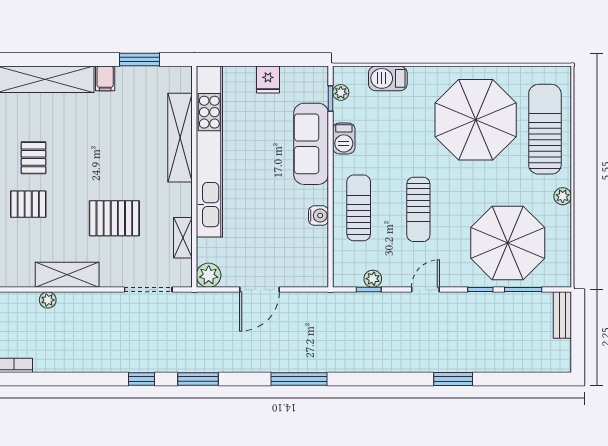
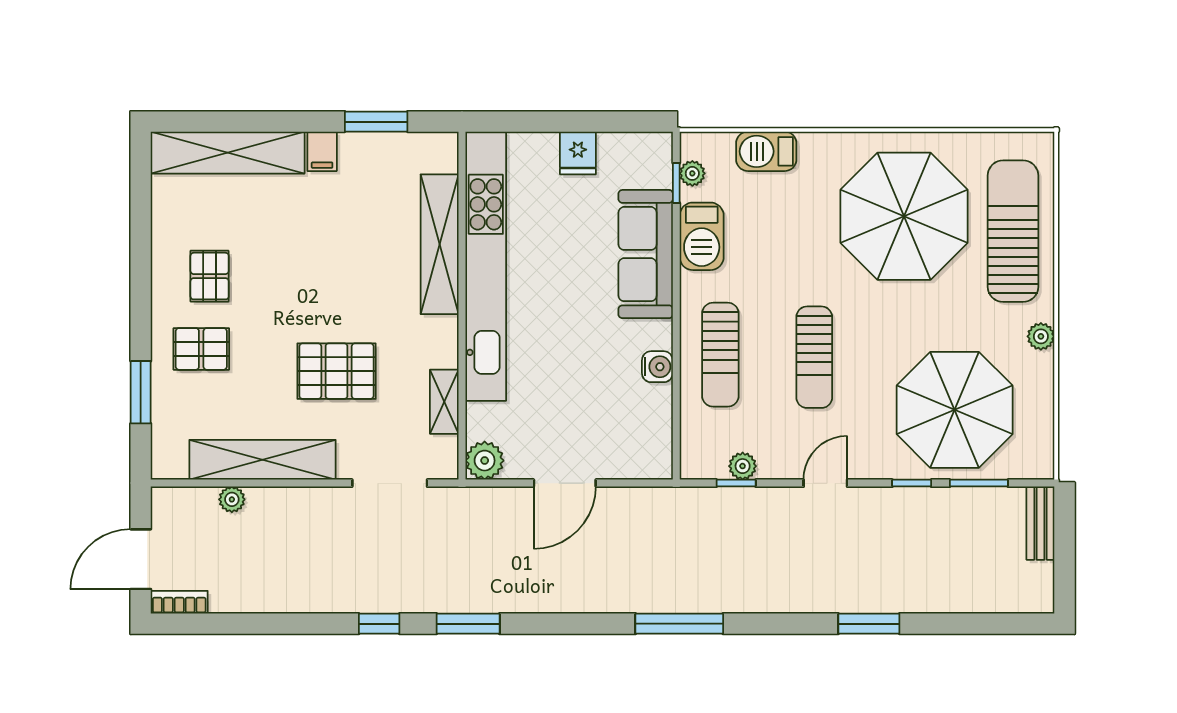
barbecue: (344, 138) -> (702, 236), width x1.38, depth x1.27
sun lounger: (359, 208) -> (720, 355), turned 180
shelving: (67, 275) -> (262, 460), width x1.47
window: (299, 379) -> (679, 624), moved

